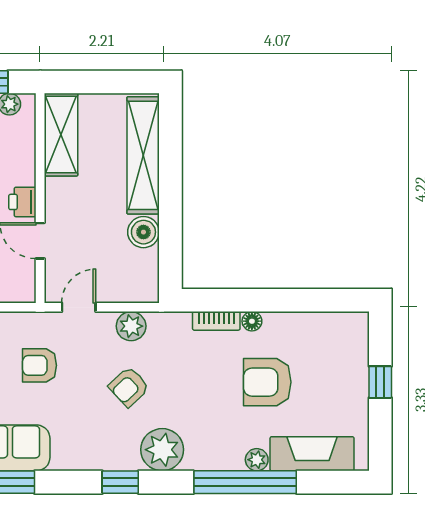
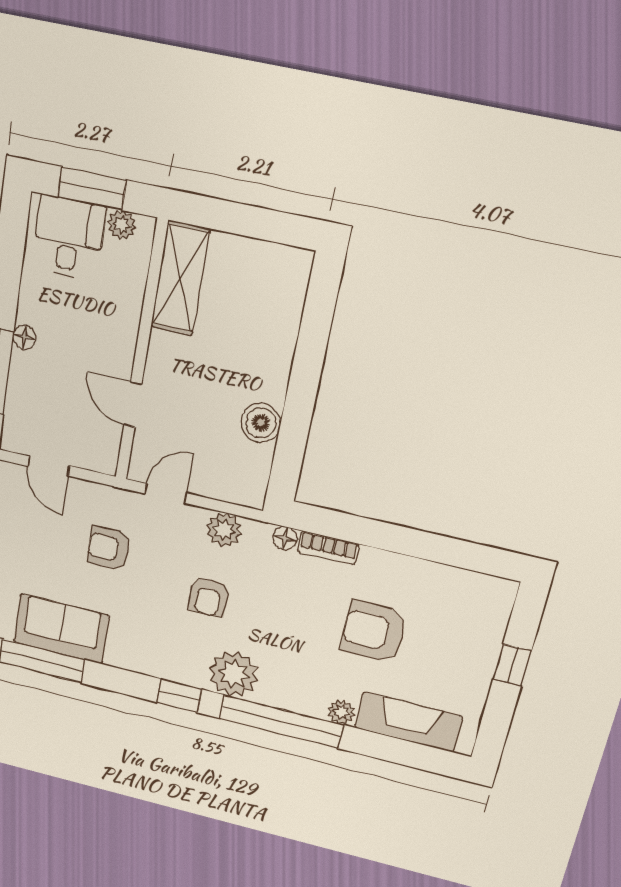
shelving: (143, 155) -> (279, 327), removed
printer: (22, 202) -> (119, 353), removed
floor lamp: (252, 321) -> (285, 538), moved
armchair: (129, 387) -> (208, 597), turned -47
window: (245, 482) -> (281, 722), moved

